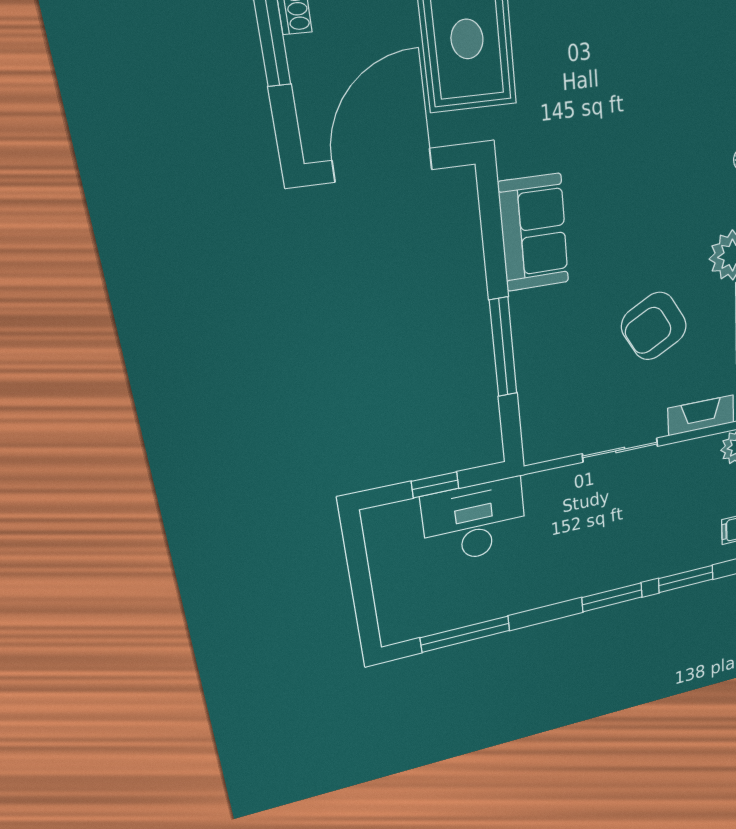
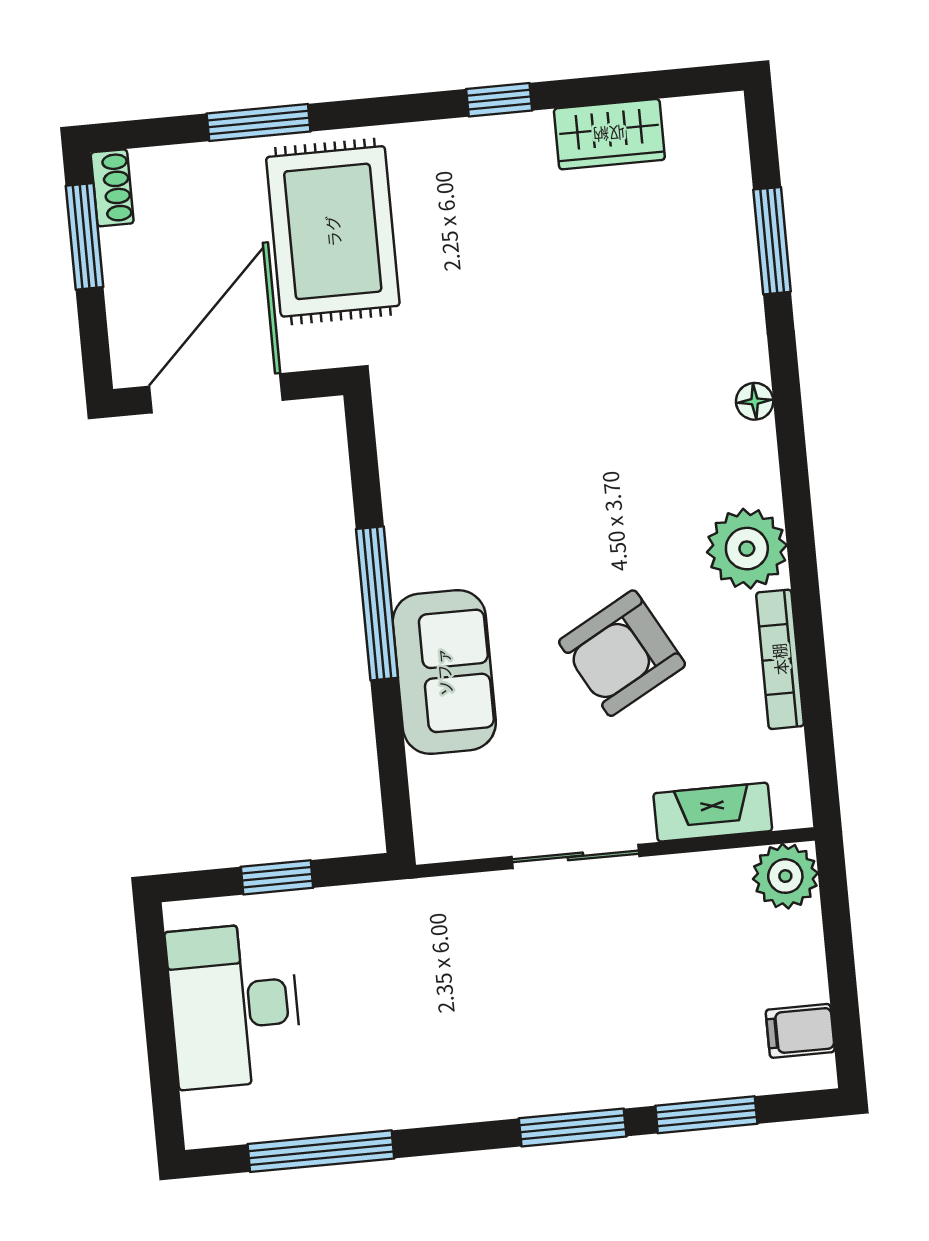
sofa: (534, 233) -> (444, 672), moved
window: (503, 347) -> (377, 603), moved
desk: (474, 521) -> (234, 1006), moved, turned -90

